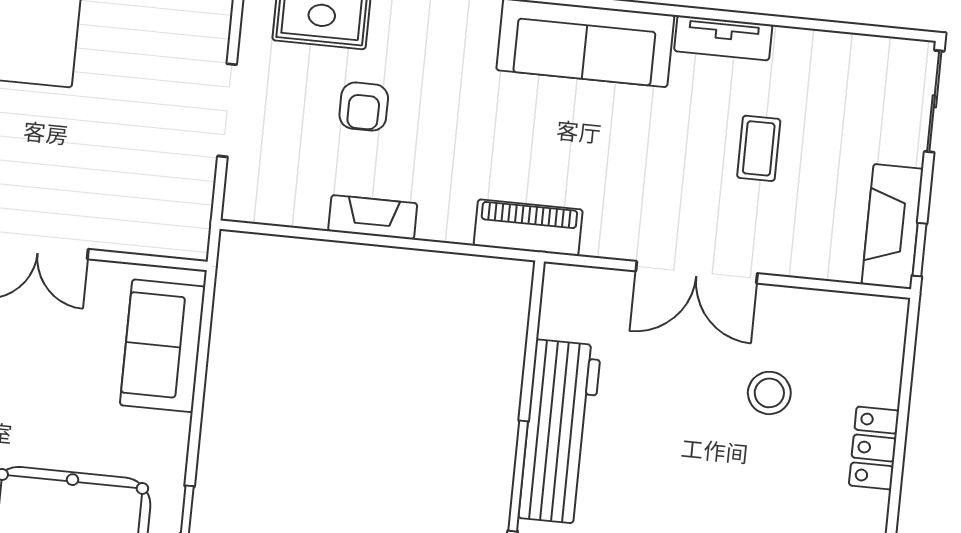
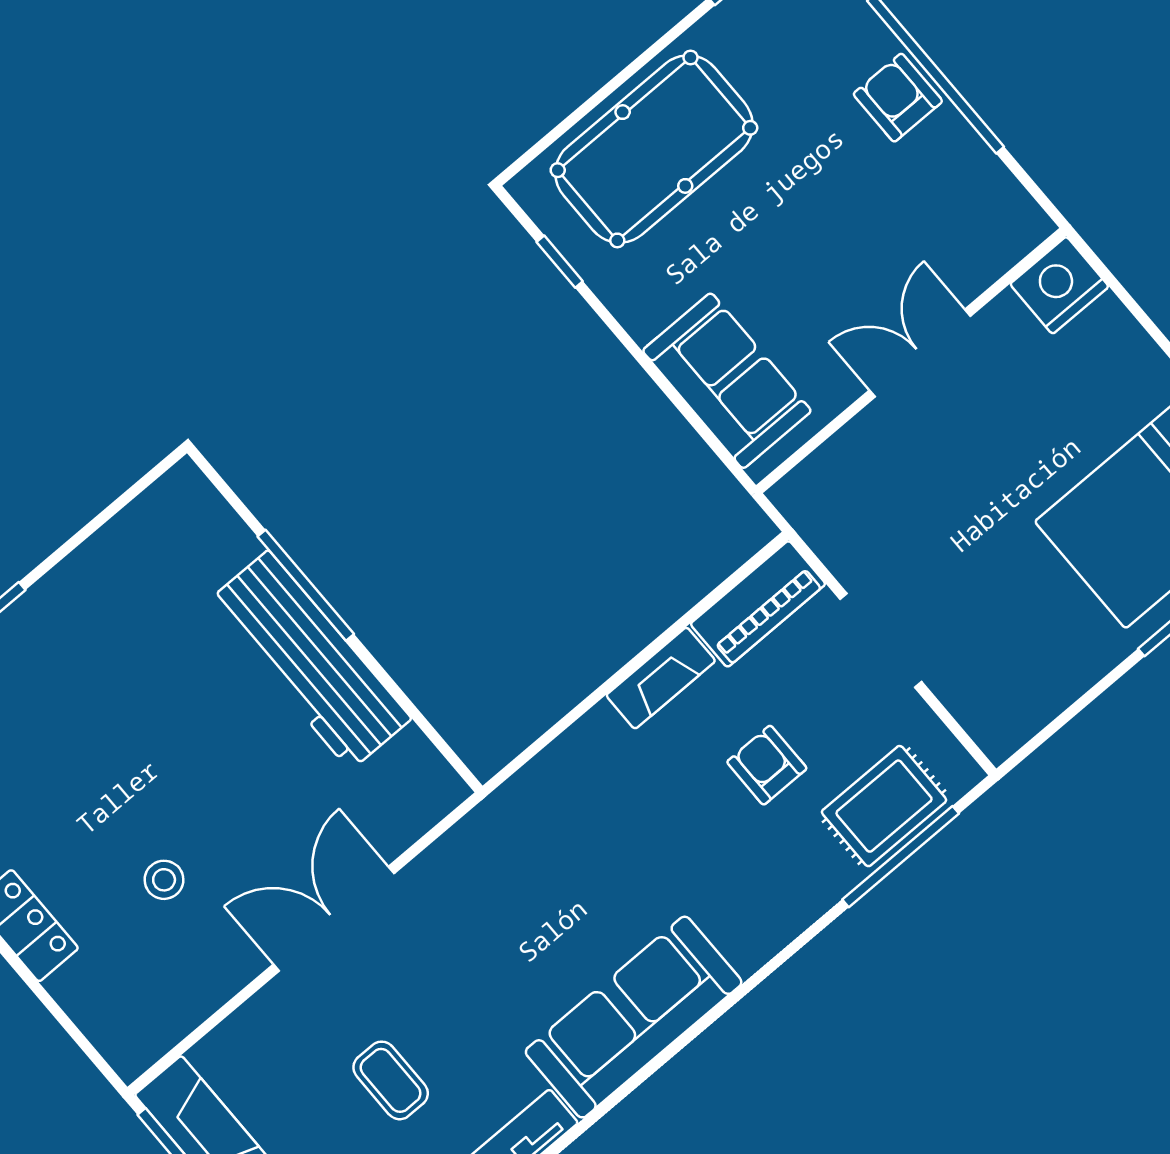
piano: (528, 228) -> (758, 604), moved
stool: (769, 393) -> (164, 880), width x0.73, depth x0.73

